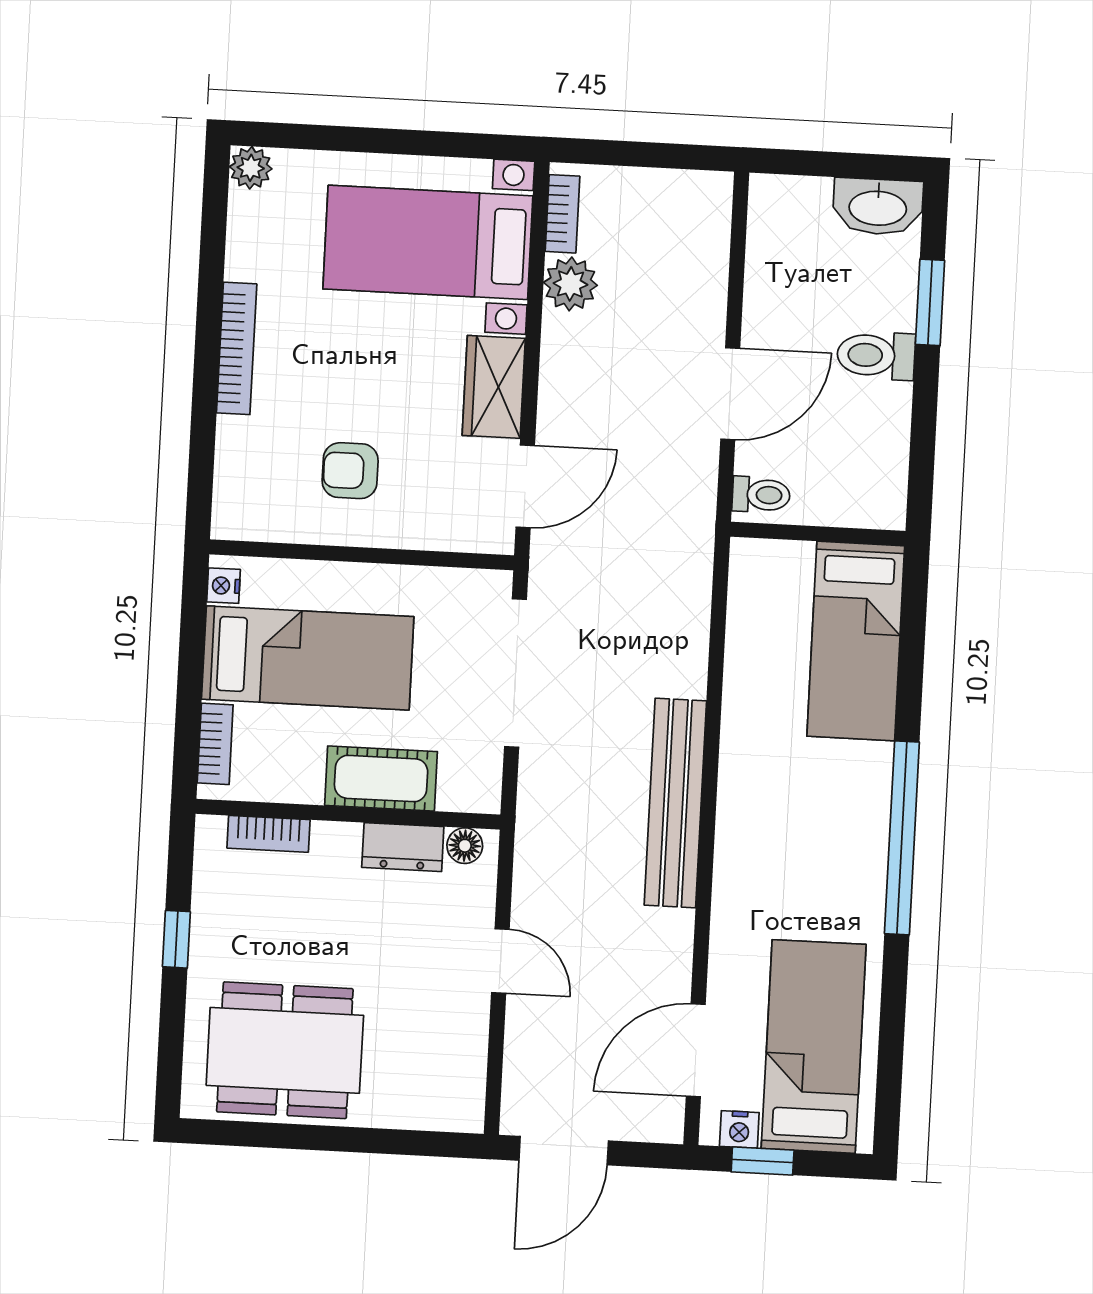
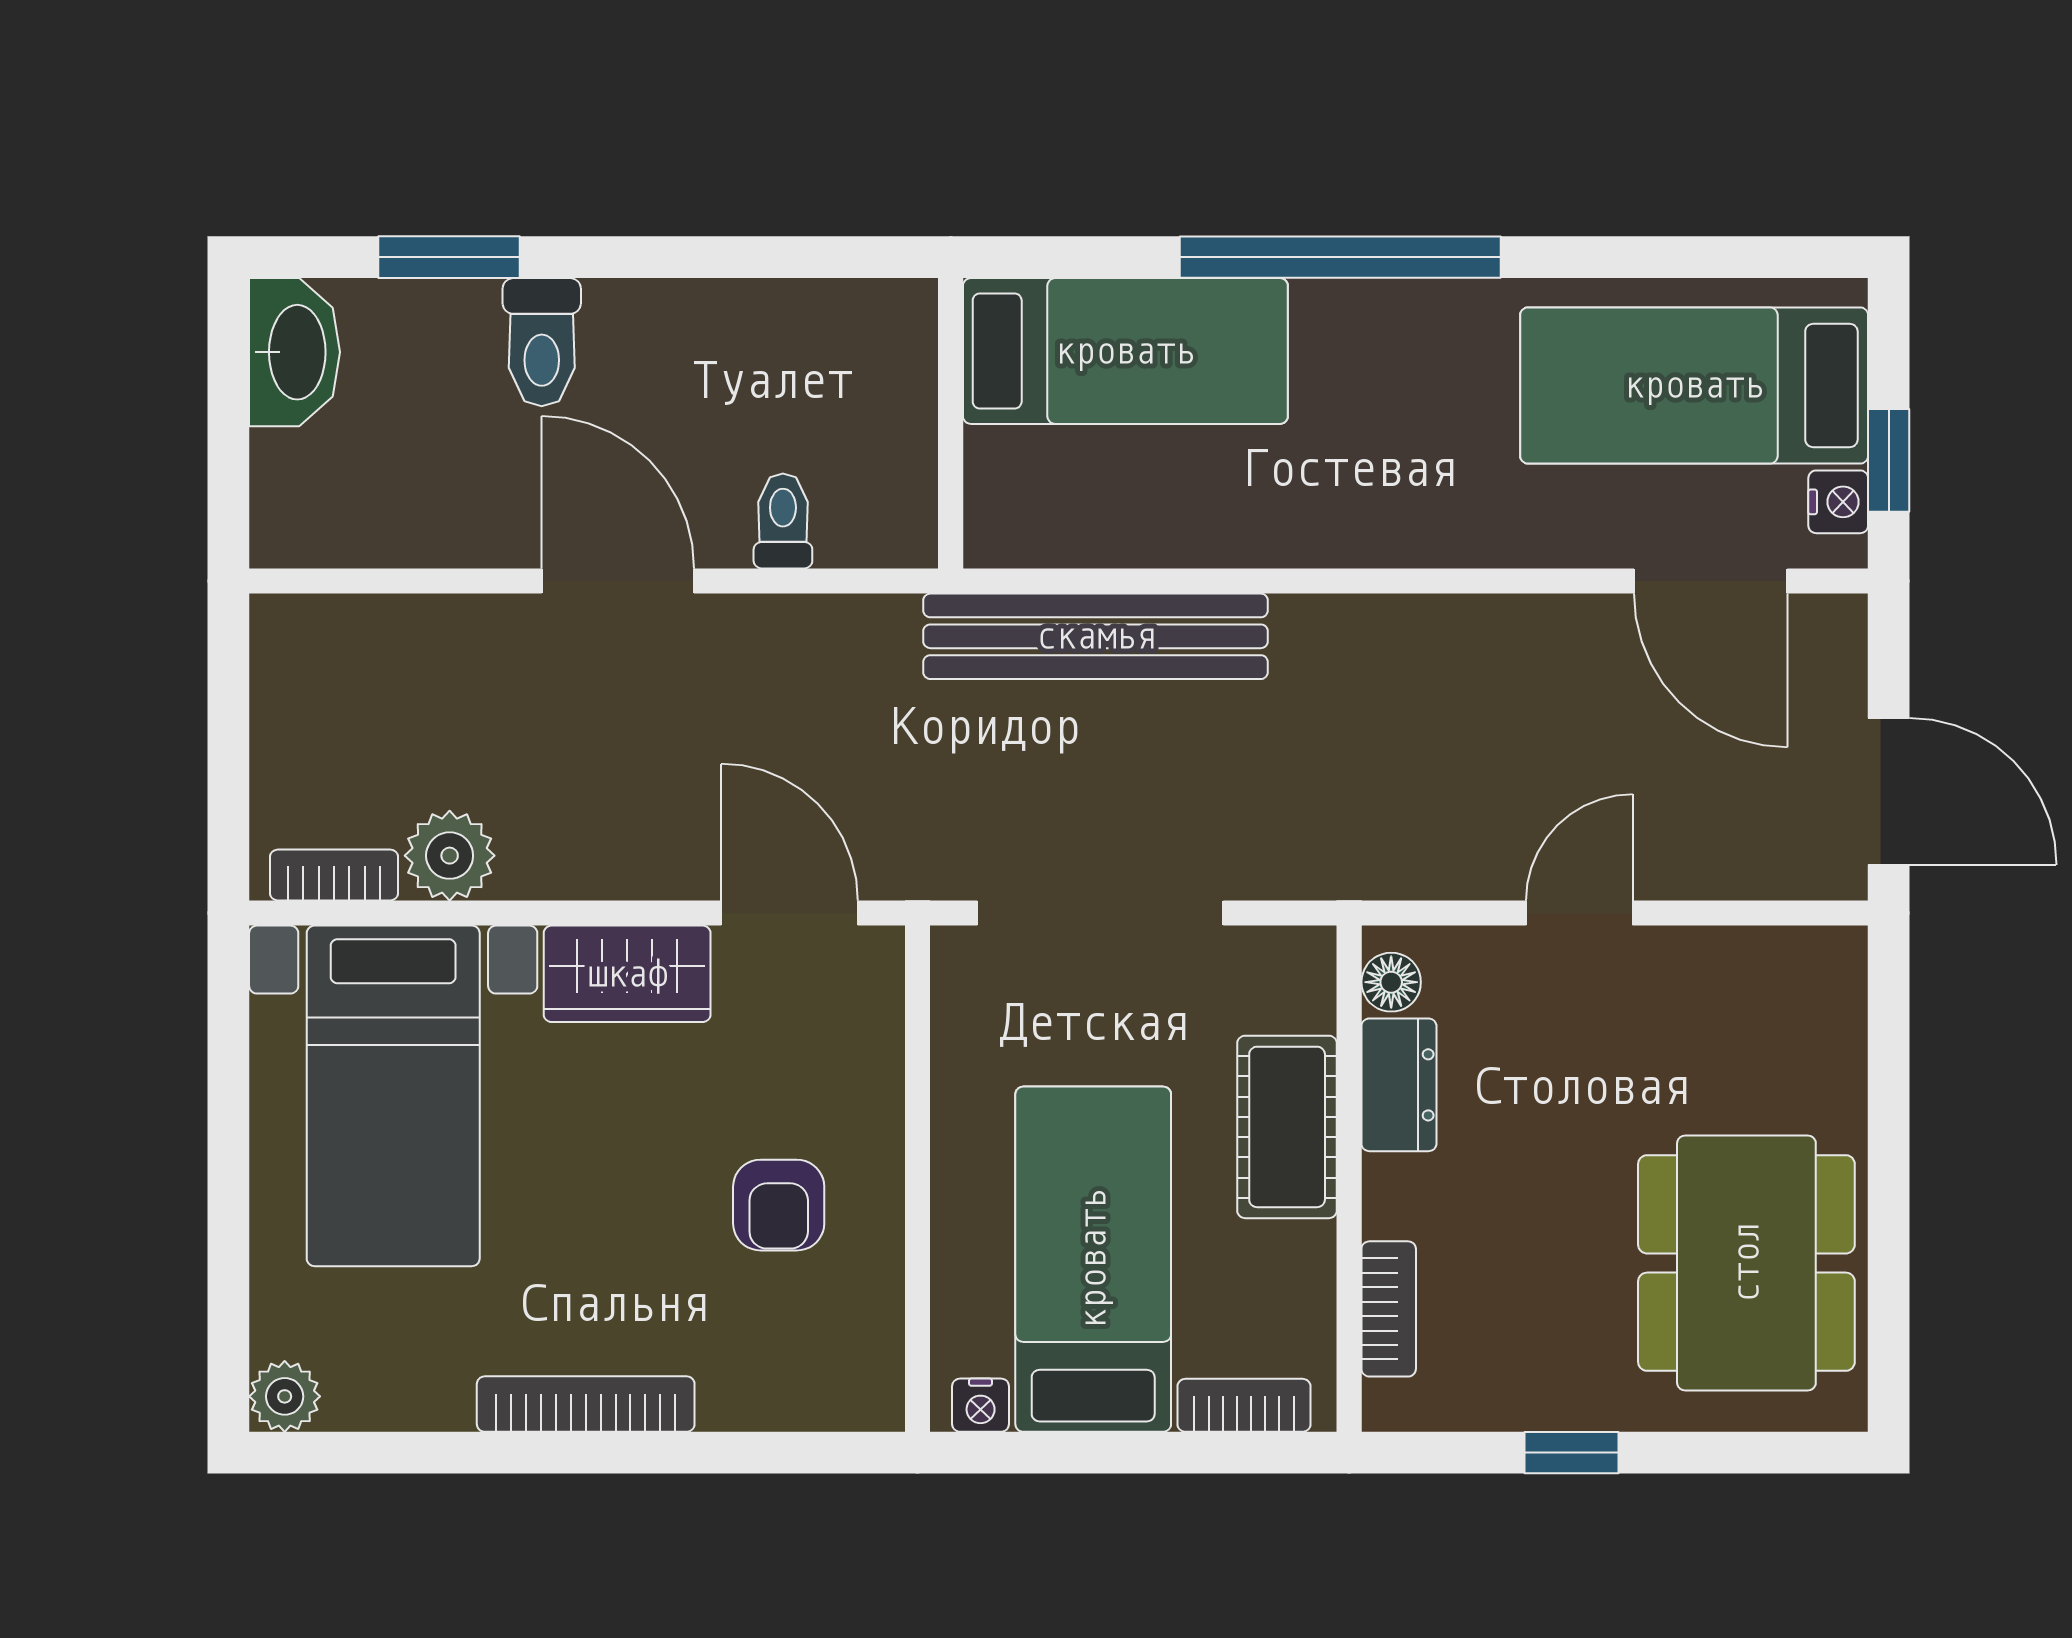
wall: (818, 534) -> (951, 423), moved
bed: (856, 641) -> (1125, 351), moved
bench: (675, 803) -> (1096, 636), moved

